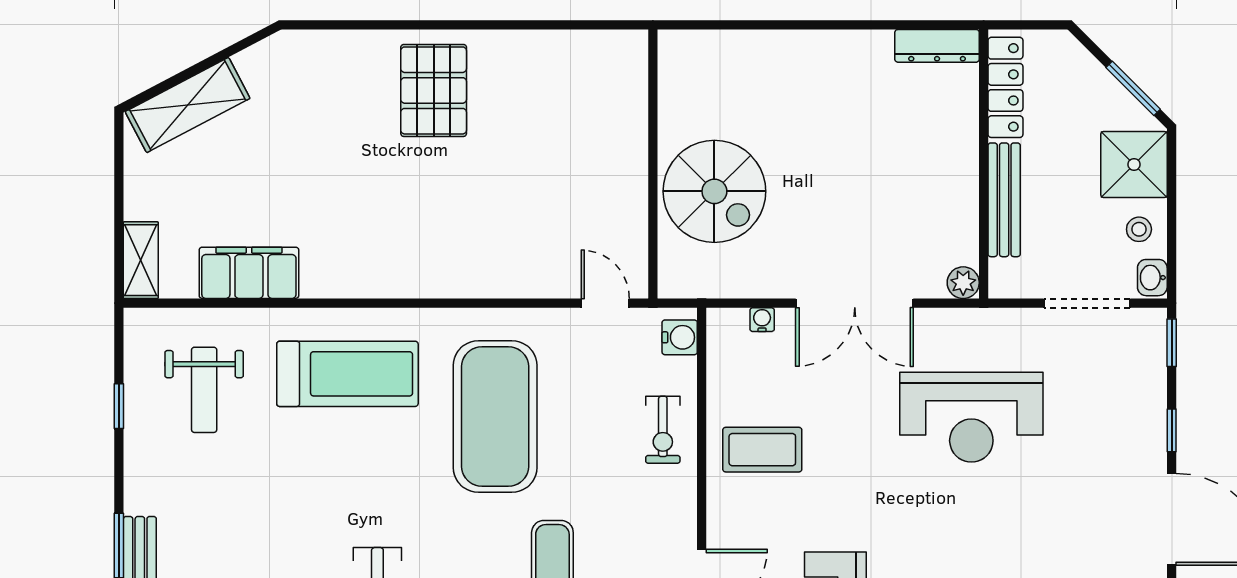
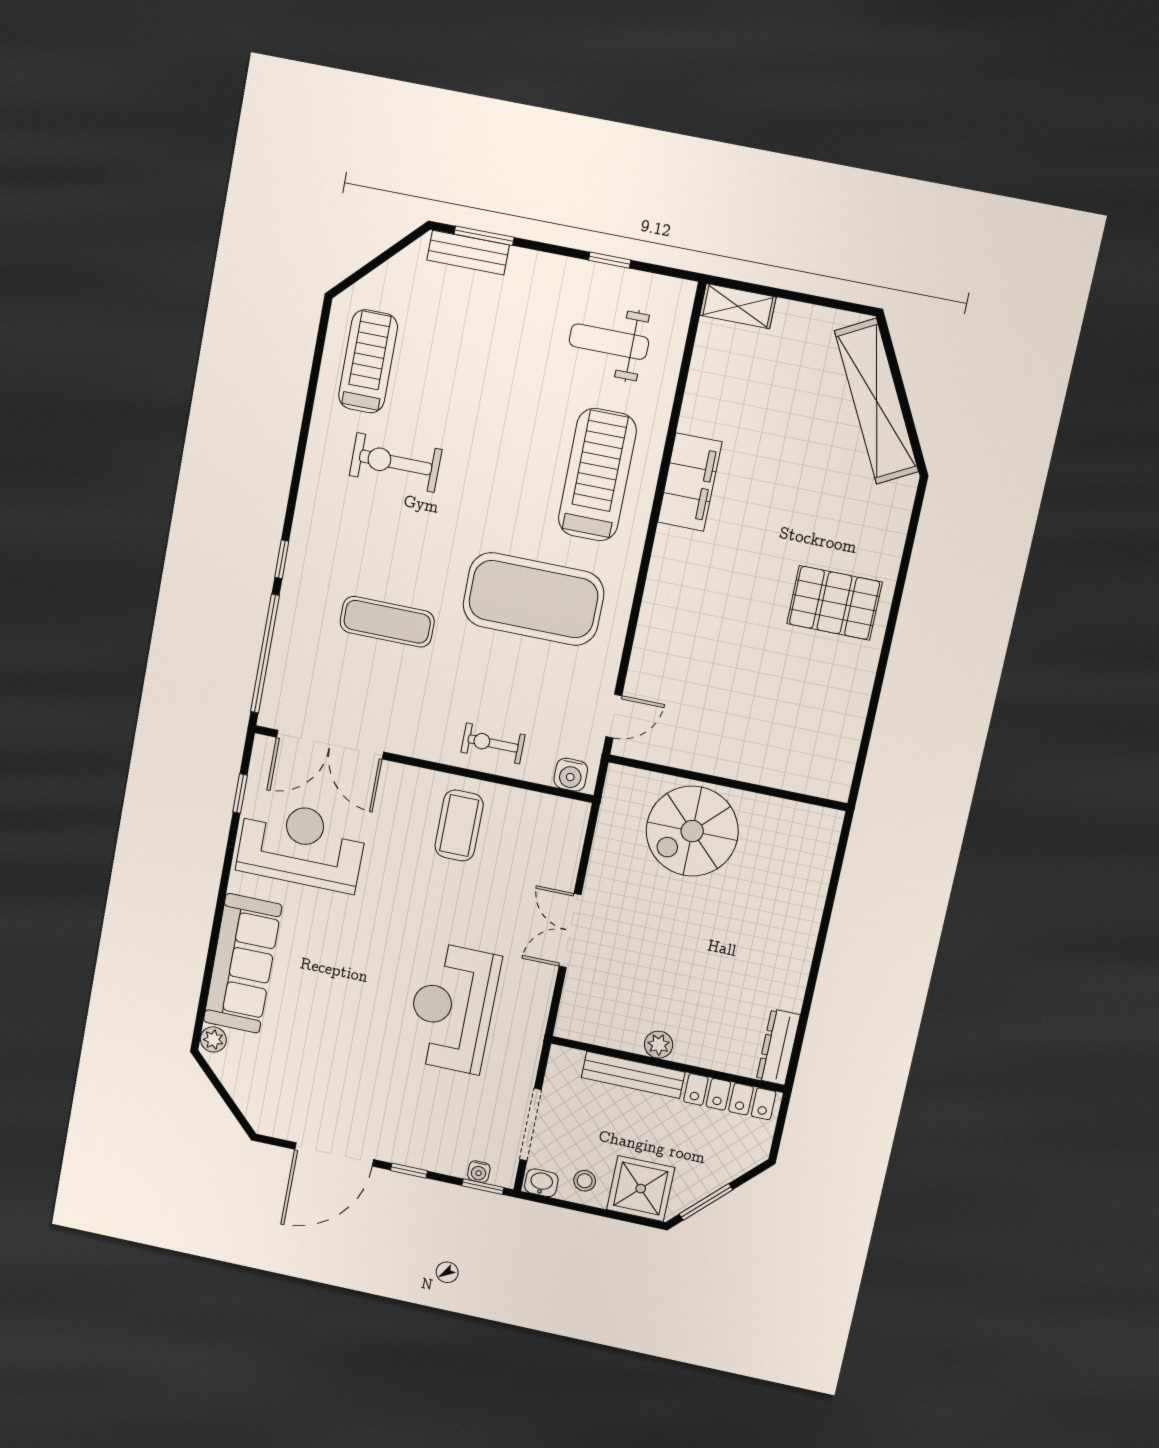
shelving: (188, 105) -> (877, 401), width x1.47
filing cabinet: (249, 273) -> (690, 482), moved
plant: (963, 283) -> (659, 1045), moved
double door: (855, 303) -> (570, 931), width x0.73
water cooler: (762, 320) -> (479, 1172), moved, turned 90
treadmill: (347, 374) -> (597, 475), turned 180

